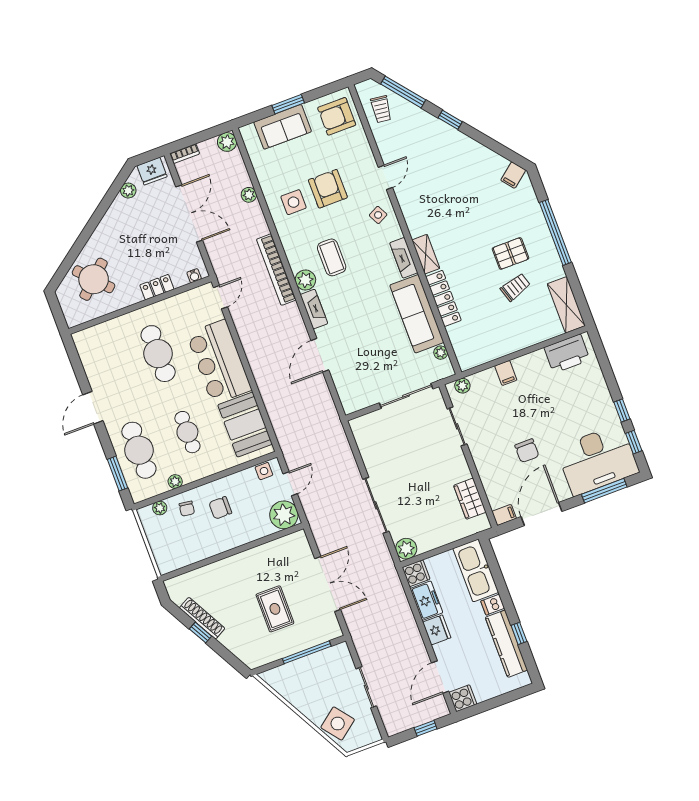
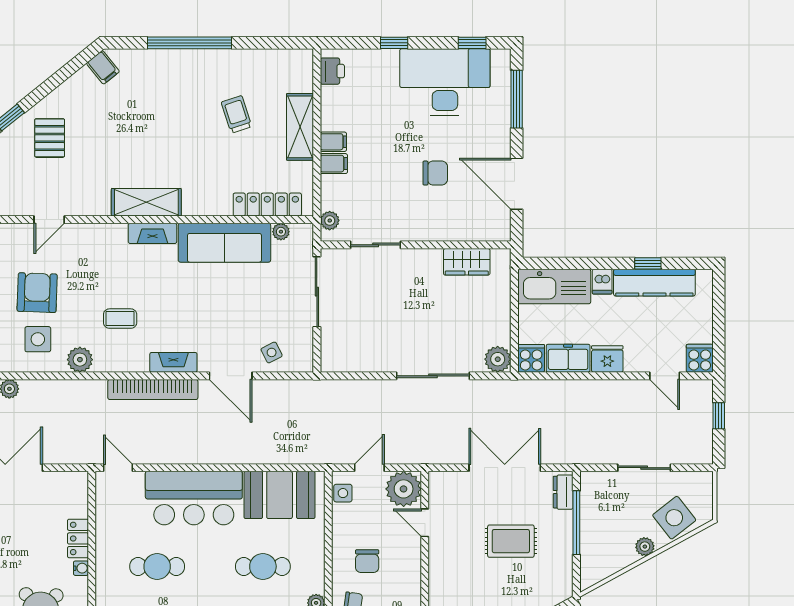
door: (385, 177) -> (49, 220), swing flipped
armchair: (328, 189) -> (37, 293), turned 92
side table: (378, 215) -> (272, 352), moved
pallet: (510, 253) -> (50, 138), moved
shelving: (426, 254) -> (146, 202), width x1.50, depth x1.33
coffee table: (332, 257) -> (120, 319), width x0.73, depth x0.77
bookcase: (276, 270) -> (153, 389), moved
water cooler: (194, 276) -> (81, 568), moved
plant: (305, 280) -> (80, 360), moved
locker: (443, 298) -> (267, 205), moved
shelving: (566, 305) -> (300, 127), moved, turned 90
cafe table: (158, 354) -> (157, 566), width x0.73, depth x0.74
printer: (567, 354) -> (332, 71), width x0.53, depth x0.68
window: (622, 410) -> (394, 43), moved
desk: (597, 460) -> (445, 82), moved, turned -90
door: (290, 484) -> (369, 468), hinge flipped
filing cabinet: (504, 515) -> (333, 142), moved, turned 90
door: (265, 540) -> (425, 523), added
dresser: (326, 634) -> (563, 492), added
door: (440, 677) -> (665, 376), width x0.73
plant: (308, 710) -> (645, 547), added

